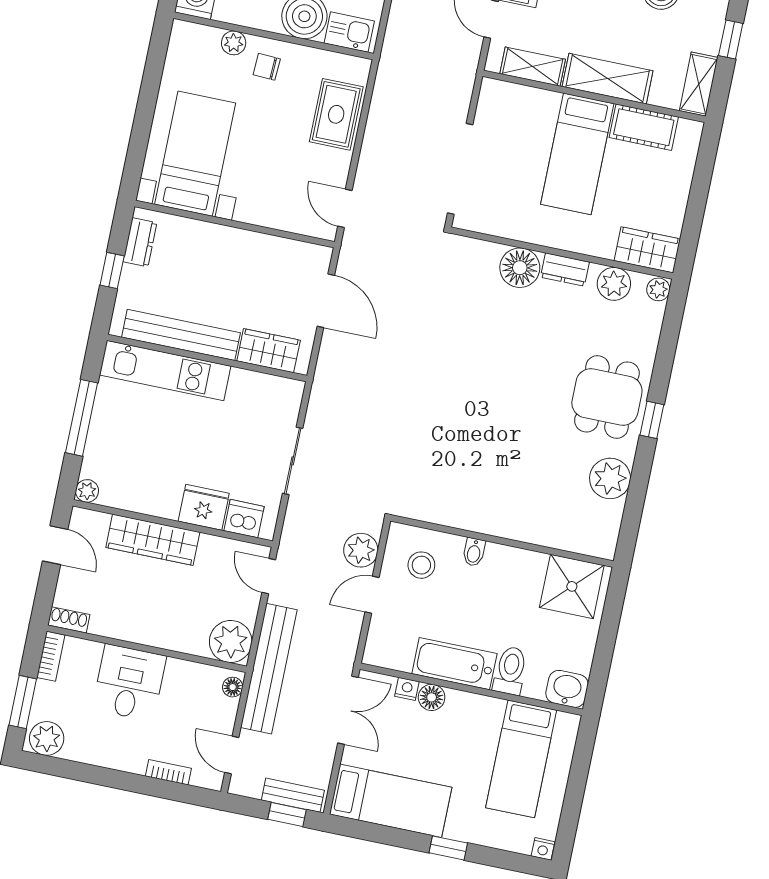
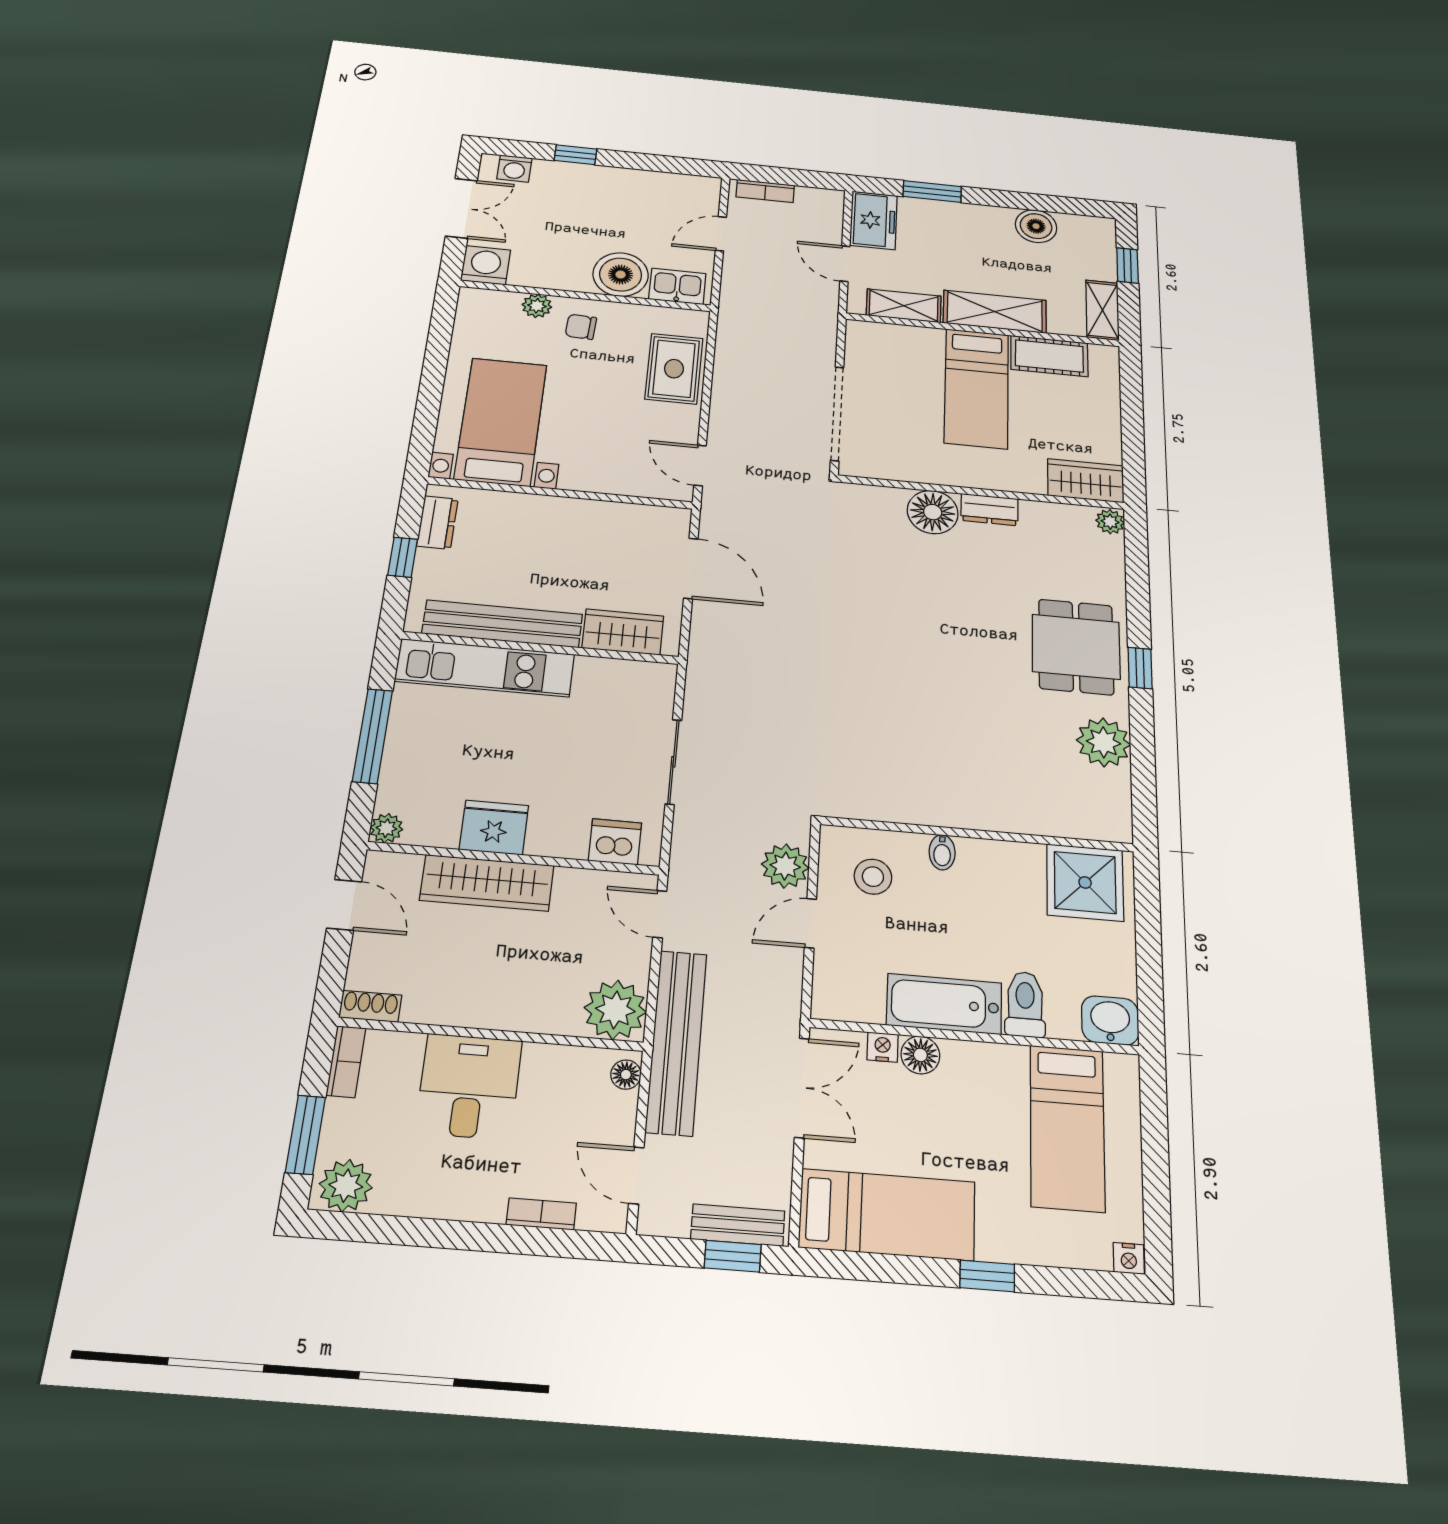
plant: (614, 284) -> (1054, 520), removed
fridge: (204, 507) -> (494, 828), moved

